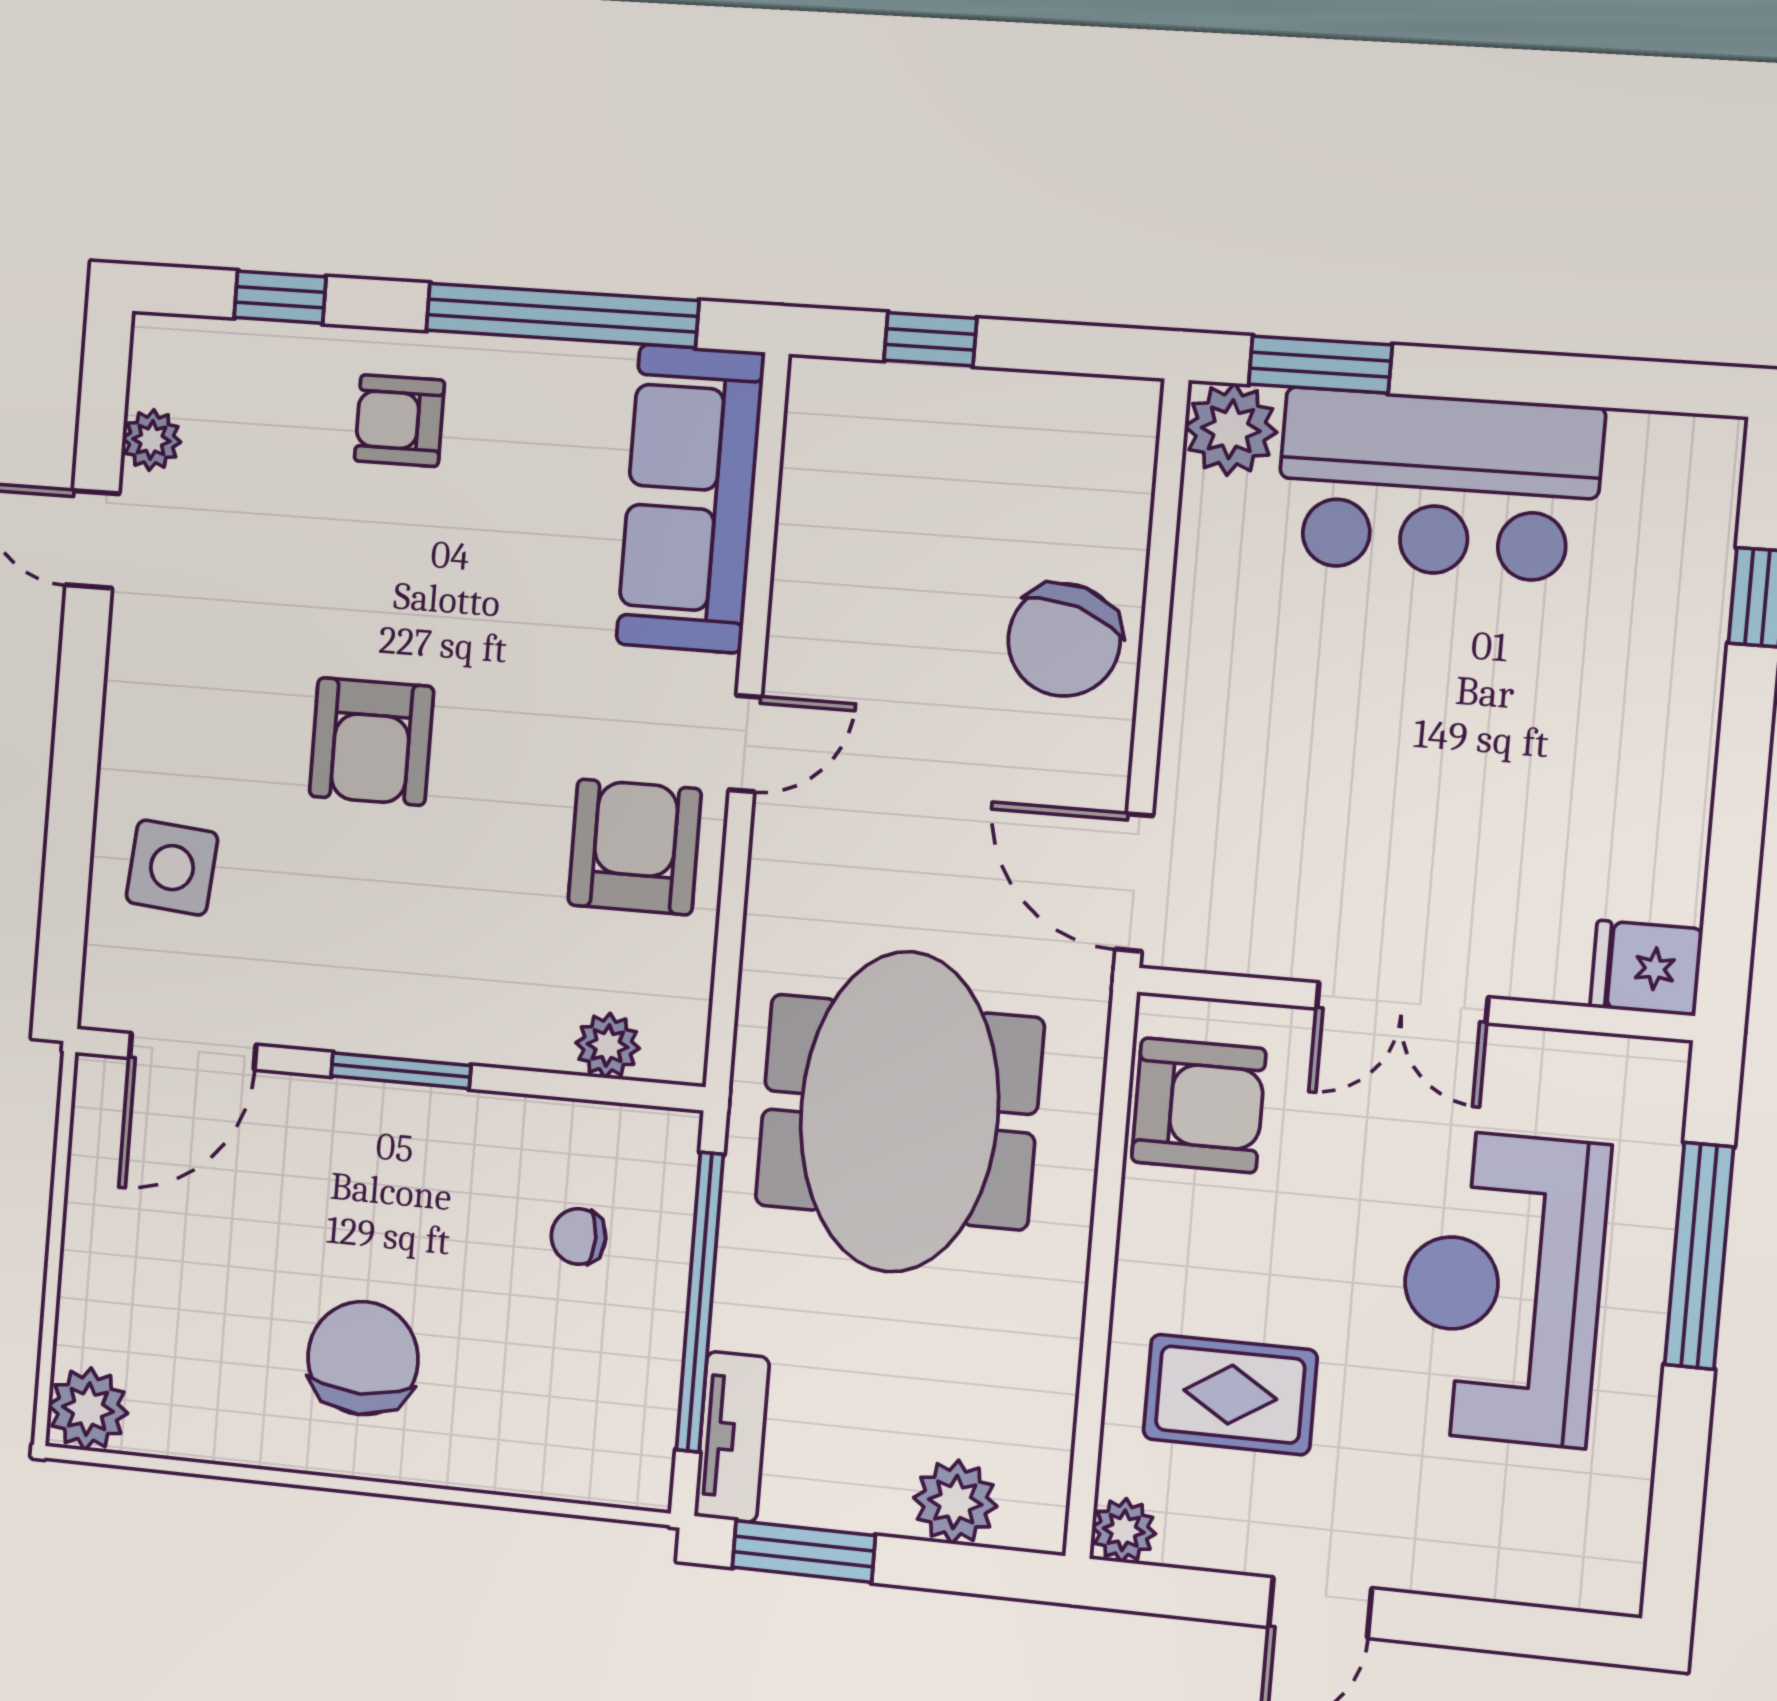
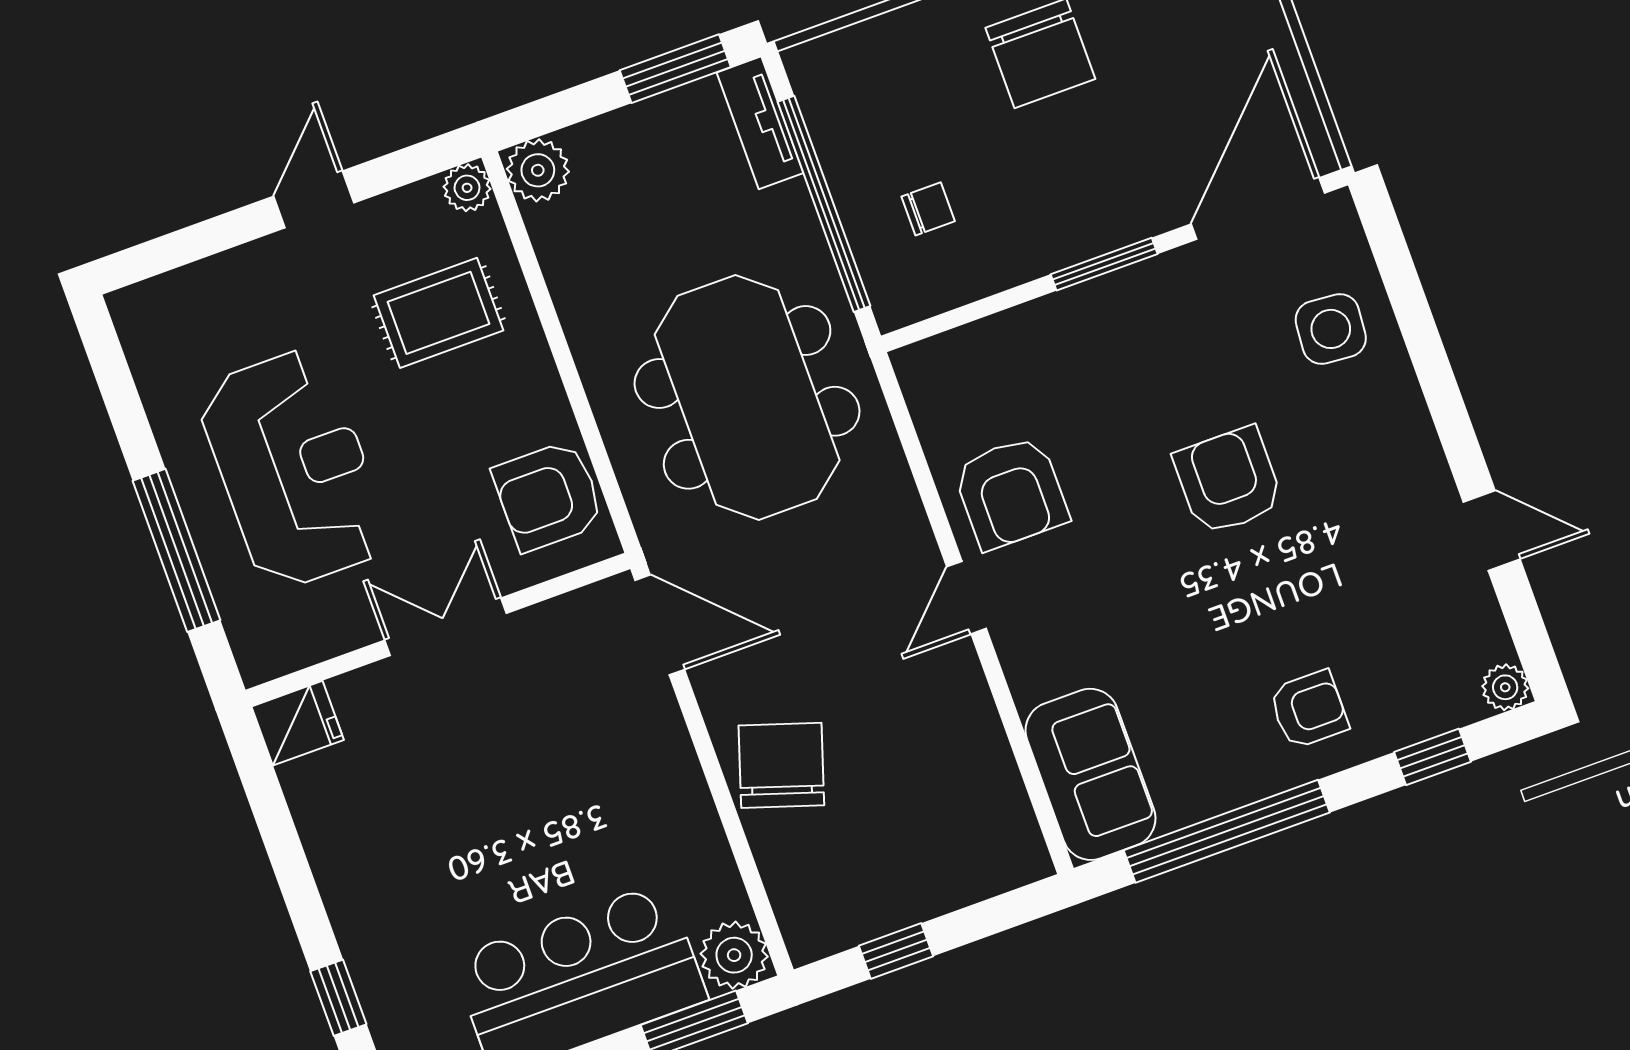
window: (930, 339) -> (896, 951), moved
plant: (152, 440) -> (1505, 687), moved
sofa: (690, 499) -> (1090, 774), width x0.73
plant: (608, 1046) -> (968, 349), removed
door: (193, 1051) -> (1258, 208), width x1.36
plant: (955, 1502) -> (538, 170), moved

